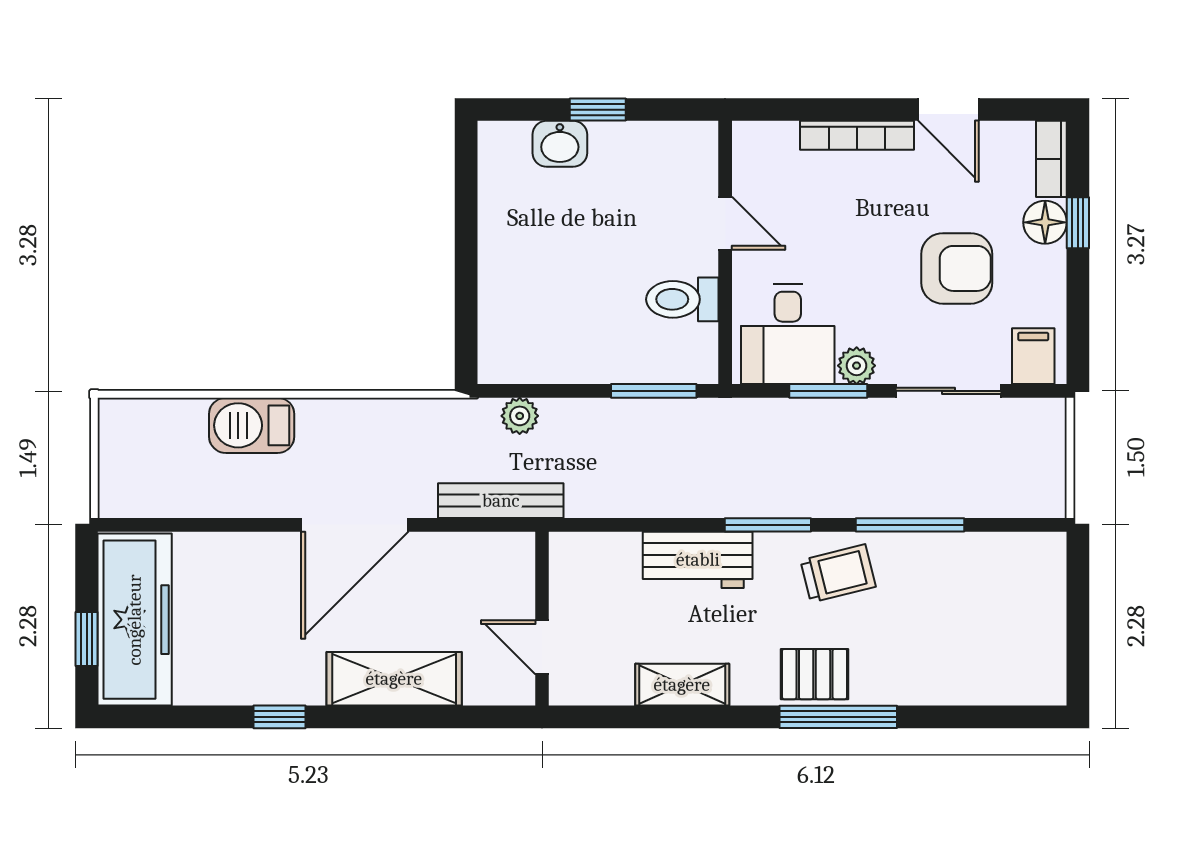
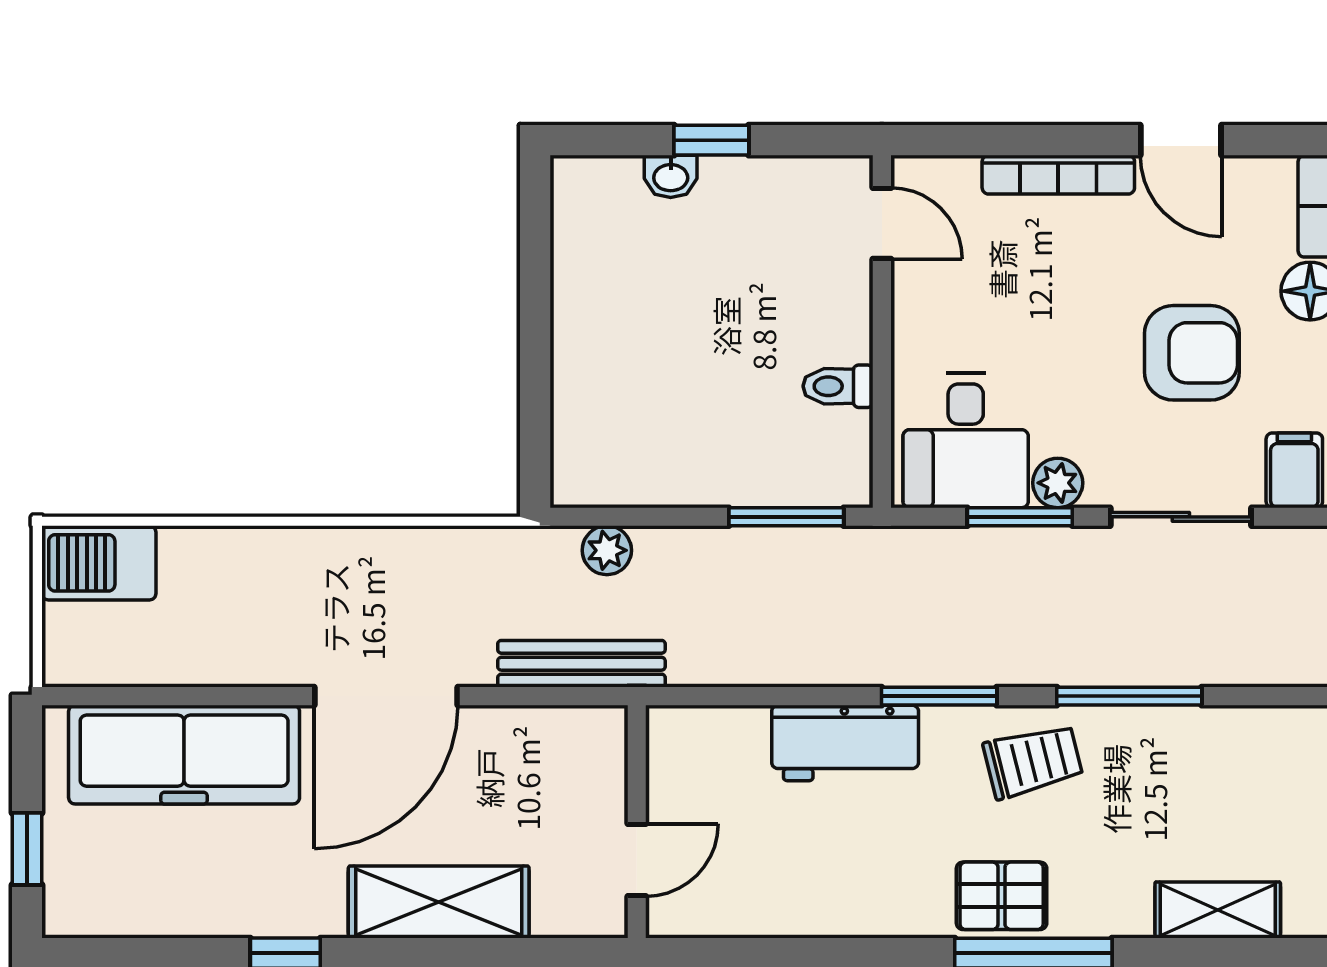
washbasin: (560, 144) -> (671, 176), width x0.72, depth x0.69
door: (725, 223) -> (882, 223), moved
toilet: (682, 299) -> (838, 386), width x0.73, depth x0.72
barbecue: (252, 425) -> (99, 563), moved
freezer: (135, 620) -> (184, 755), moved, turned 90
door: (542, 647) -> (637, 860), swing flipped
shelving: (682, 685) -> (1218, 910), moved

